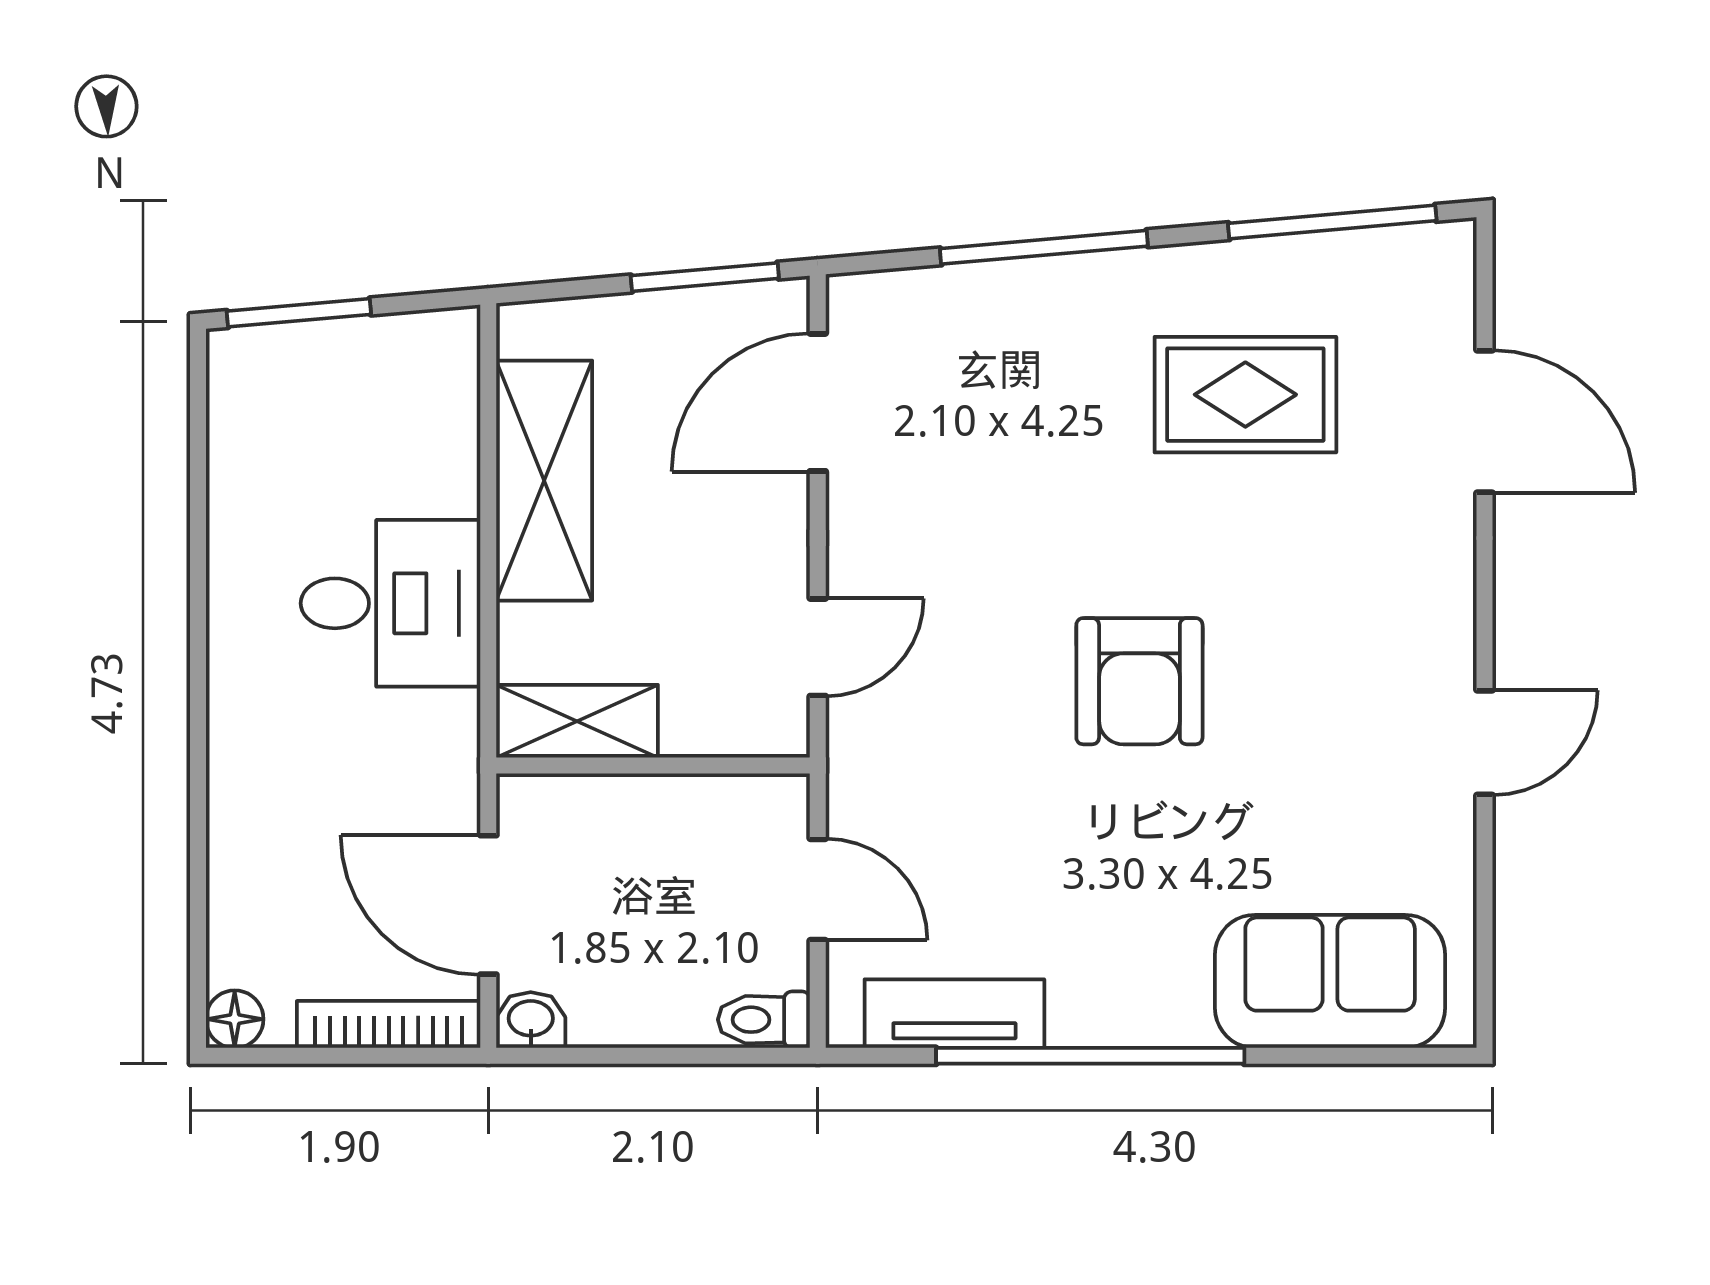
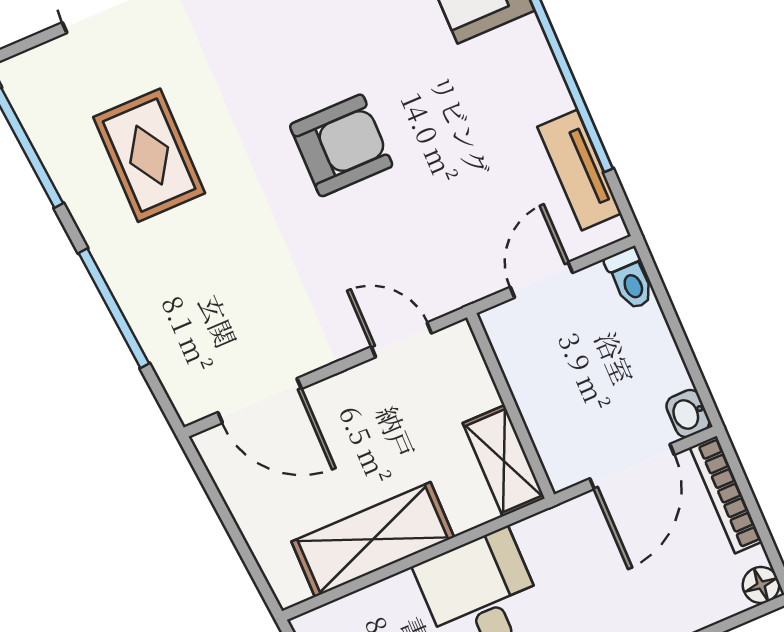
window: (705, 277) -> (215, 497), removed

